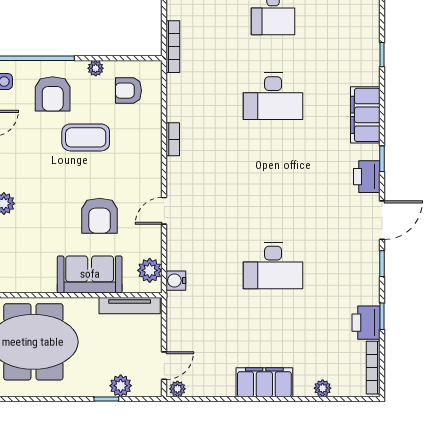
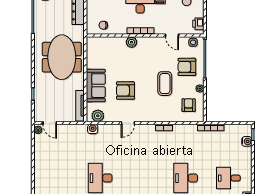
door: (164, 211) -> (128, 123), swing flipped
filing cabinet: (264, 382) -> (41, 174), removed
plant: (121, 386) -> (40, 101), removed

